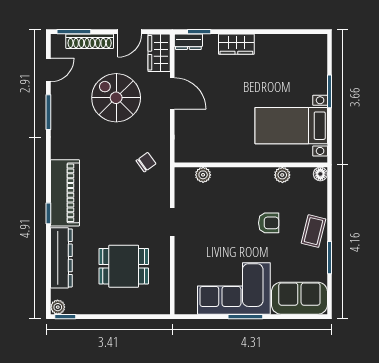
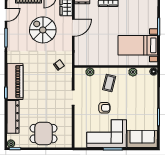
door: (172, 93) -> (73, 28), hinge flipped
armchair: (269, 223) -> (104, 108), moved
coffee table: (313, 231) -> (109, 83), moved
dining table: (124, 266) -> (43, 134), moved

